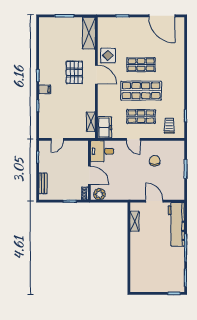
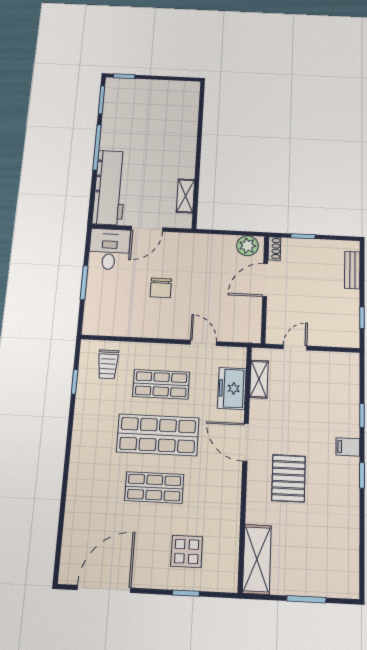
door: (162, 16) -> (104, 589), hinge flipped
display table: (108, 55) -> (187, 551), moved
door: (96, 75) -> (246, 442), moved
freezer: (105, 128) -> (232, 388), moved
door: (57, 139) -> (295, 347), moved
door: (133, 139) -> (203, 343), moved
desk: (102, 151) -> (109, 249), moved, turned -90
chair: (155, 161) -> (161, 288), moved
door: (89, 175) -> (265, 280), hinge flipped
door: (154, 201) -> (147, 229), hinge flipped

